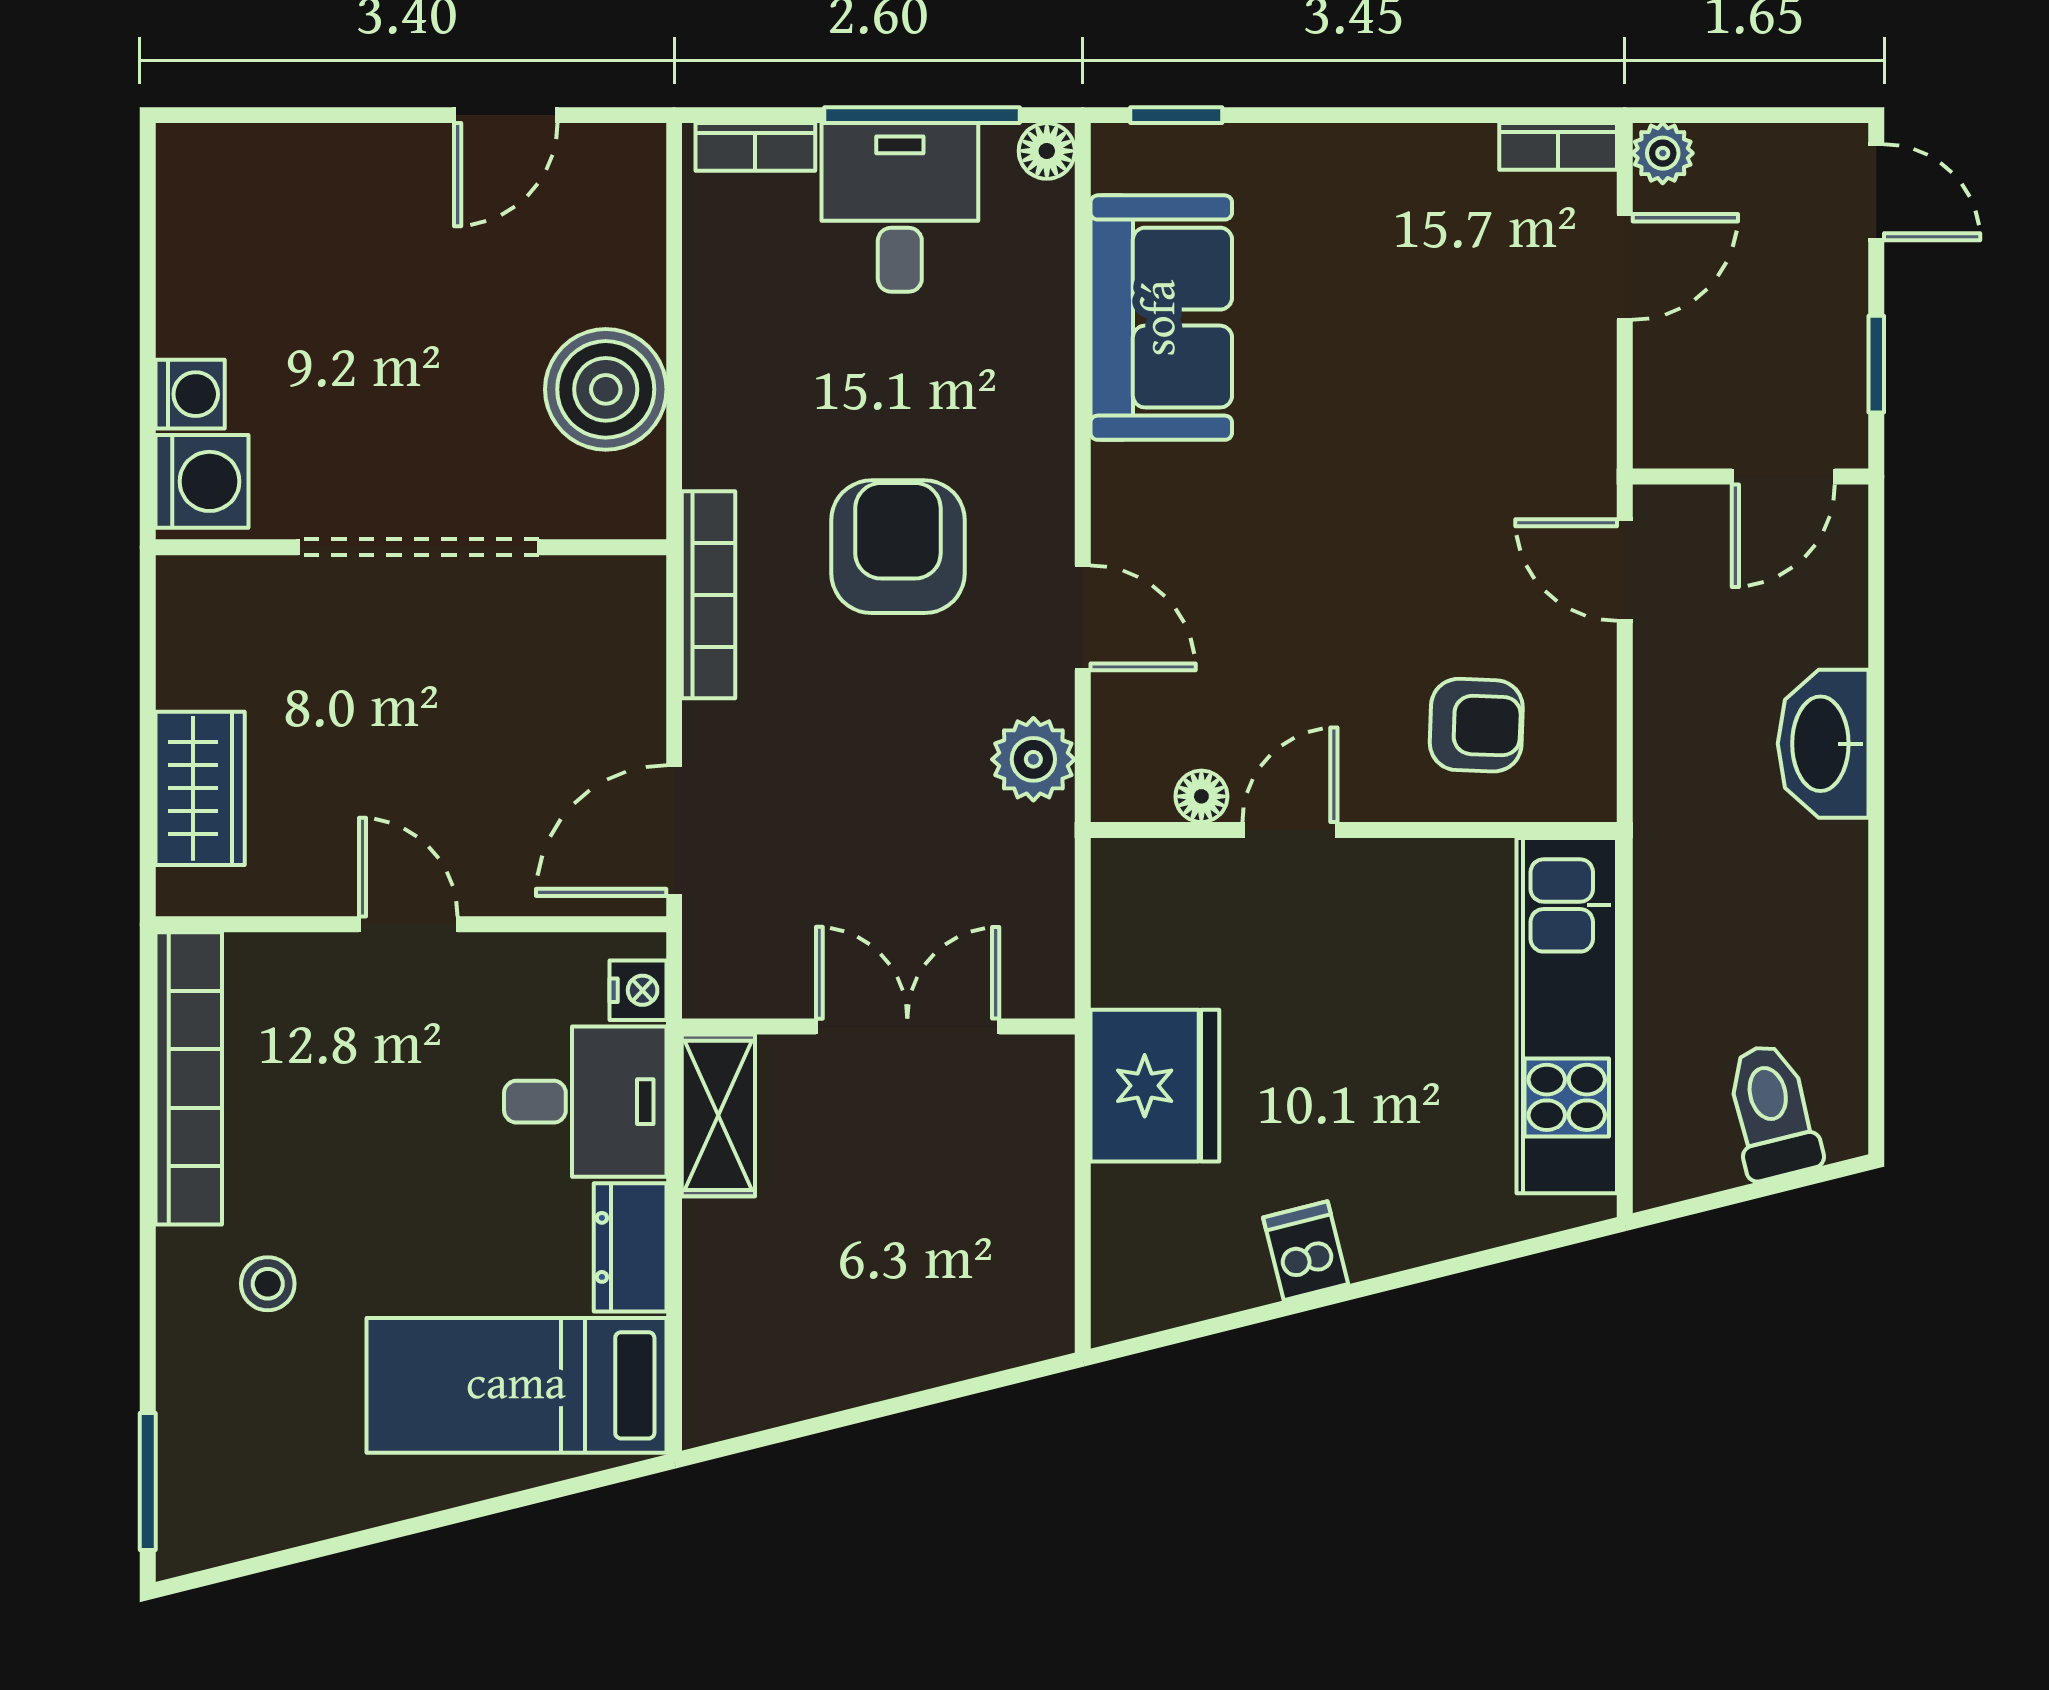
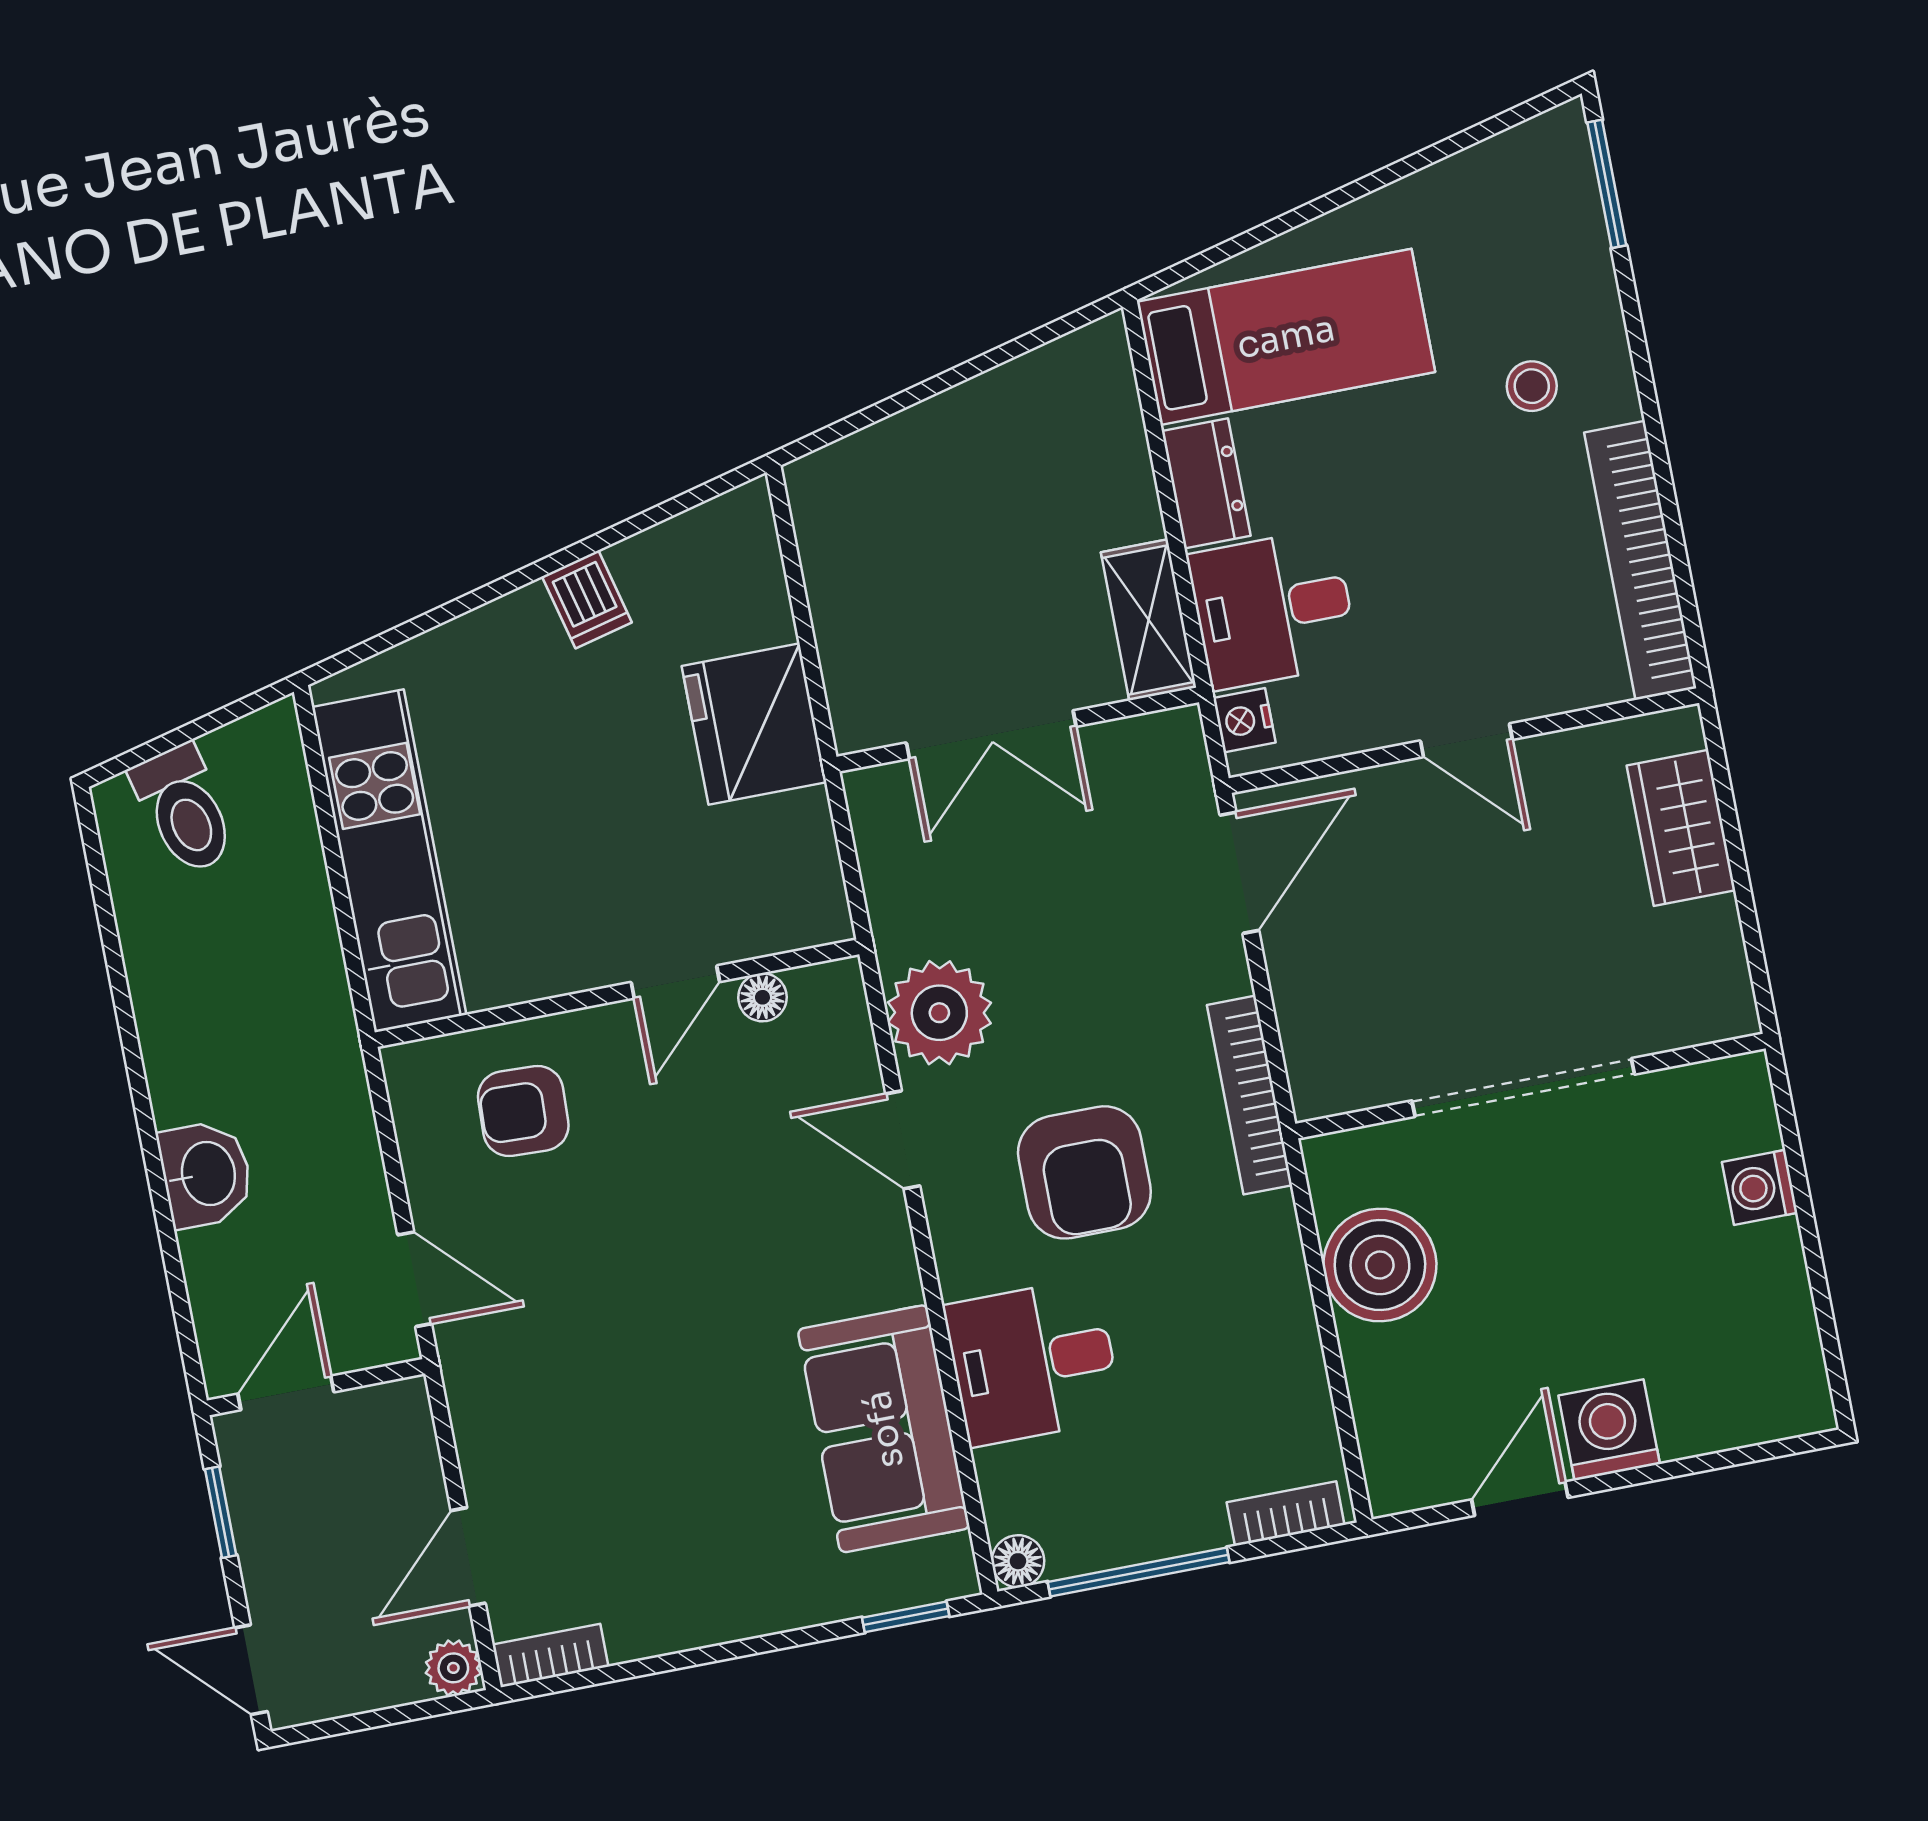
desk: (900, 207) -> (1033, 1362), moved, turned 90
washing machine: (202, 481) -> (1609, 1430), moved, turned 90
washbasin: (1823, 744) -> (206, 1174), width x0.72
plant: (1033, 759) -> (939, 1013), width x1.36, depth x1.36

